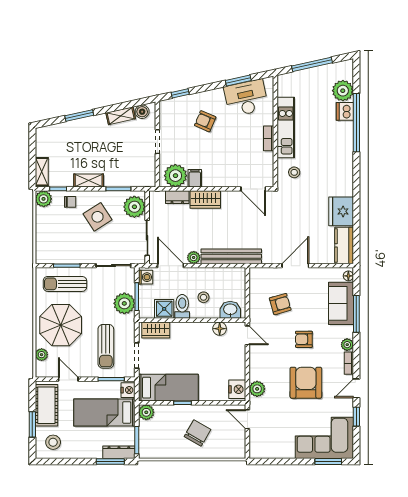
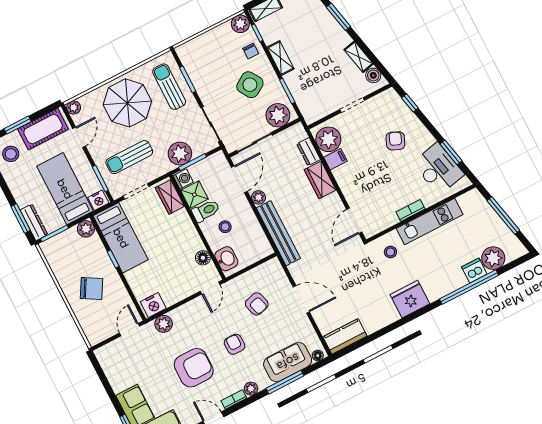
fridge: (341, 211) -> (410, 299), moved
washing machine: (146, 277) -> (183, 179), moved, turned -90
plant: (42, 355) -> (74, 107), moved

